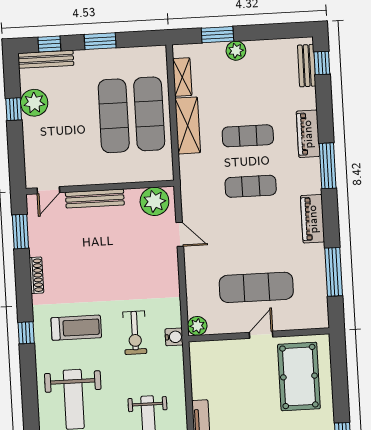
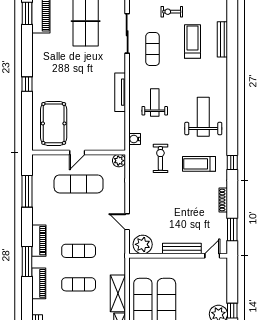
piano: (313, 219) -> (39, 241), moved
water cooler: (174, 337) -> (135, 139), moved

